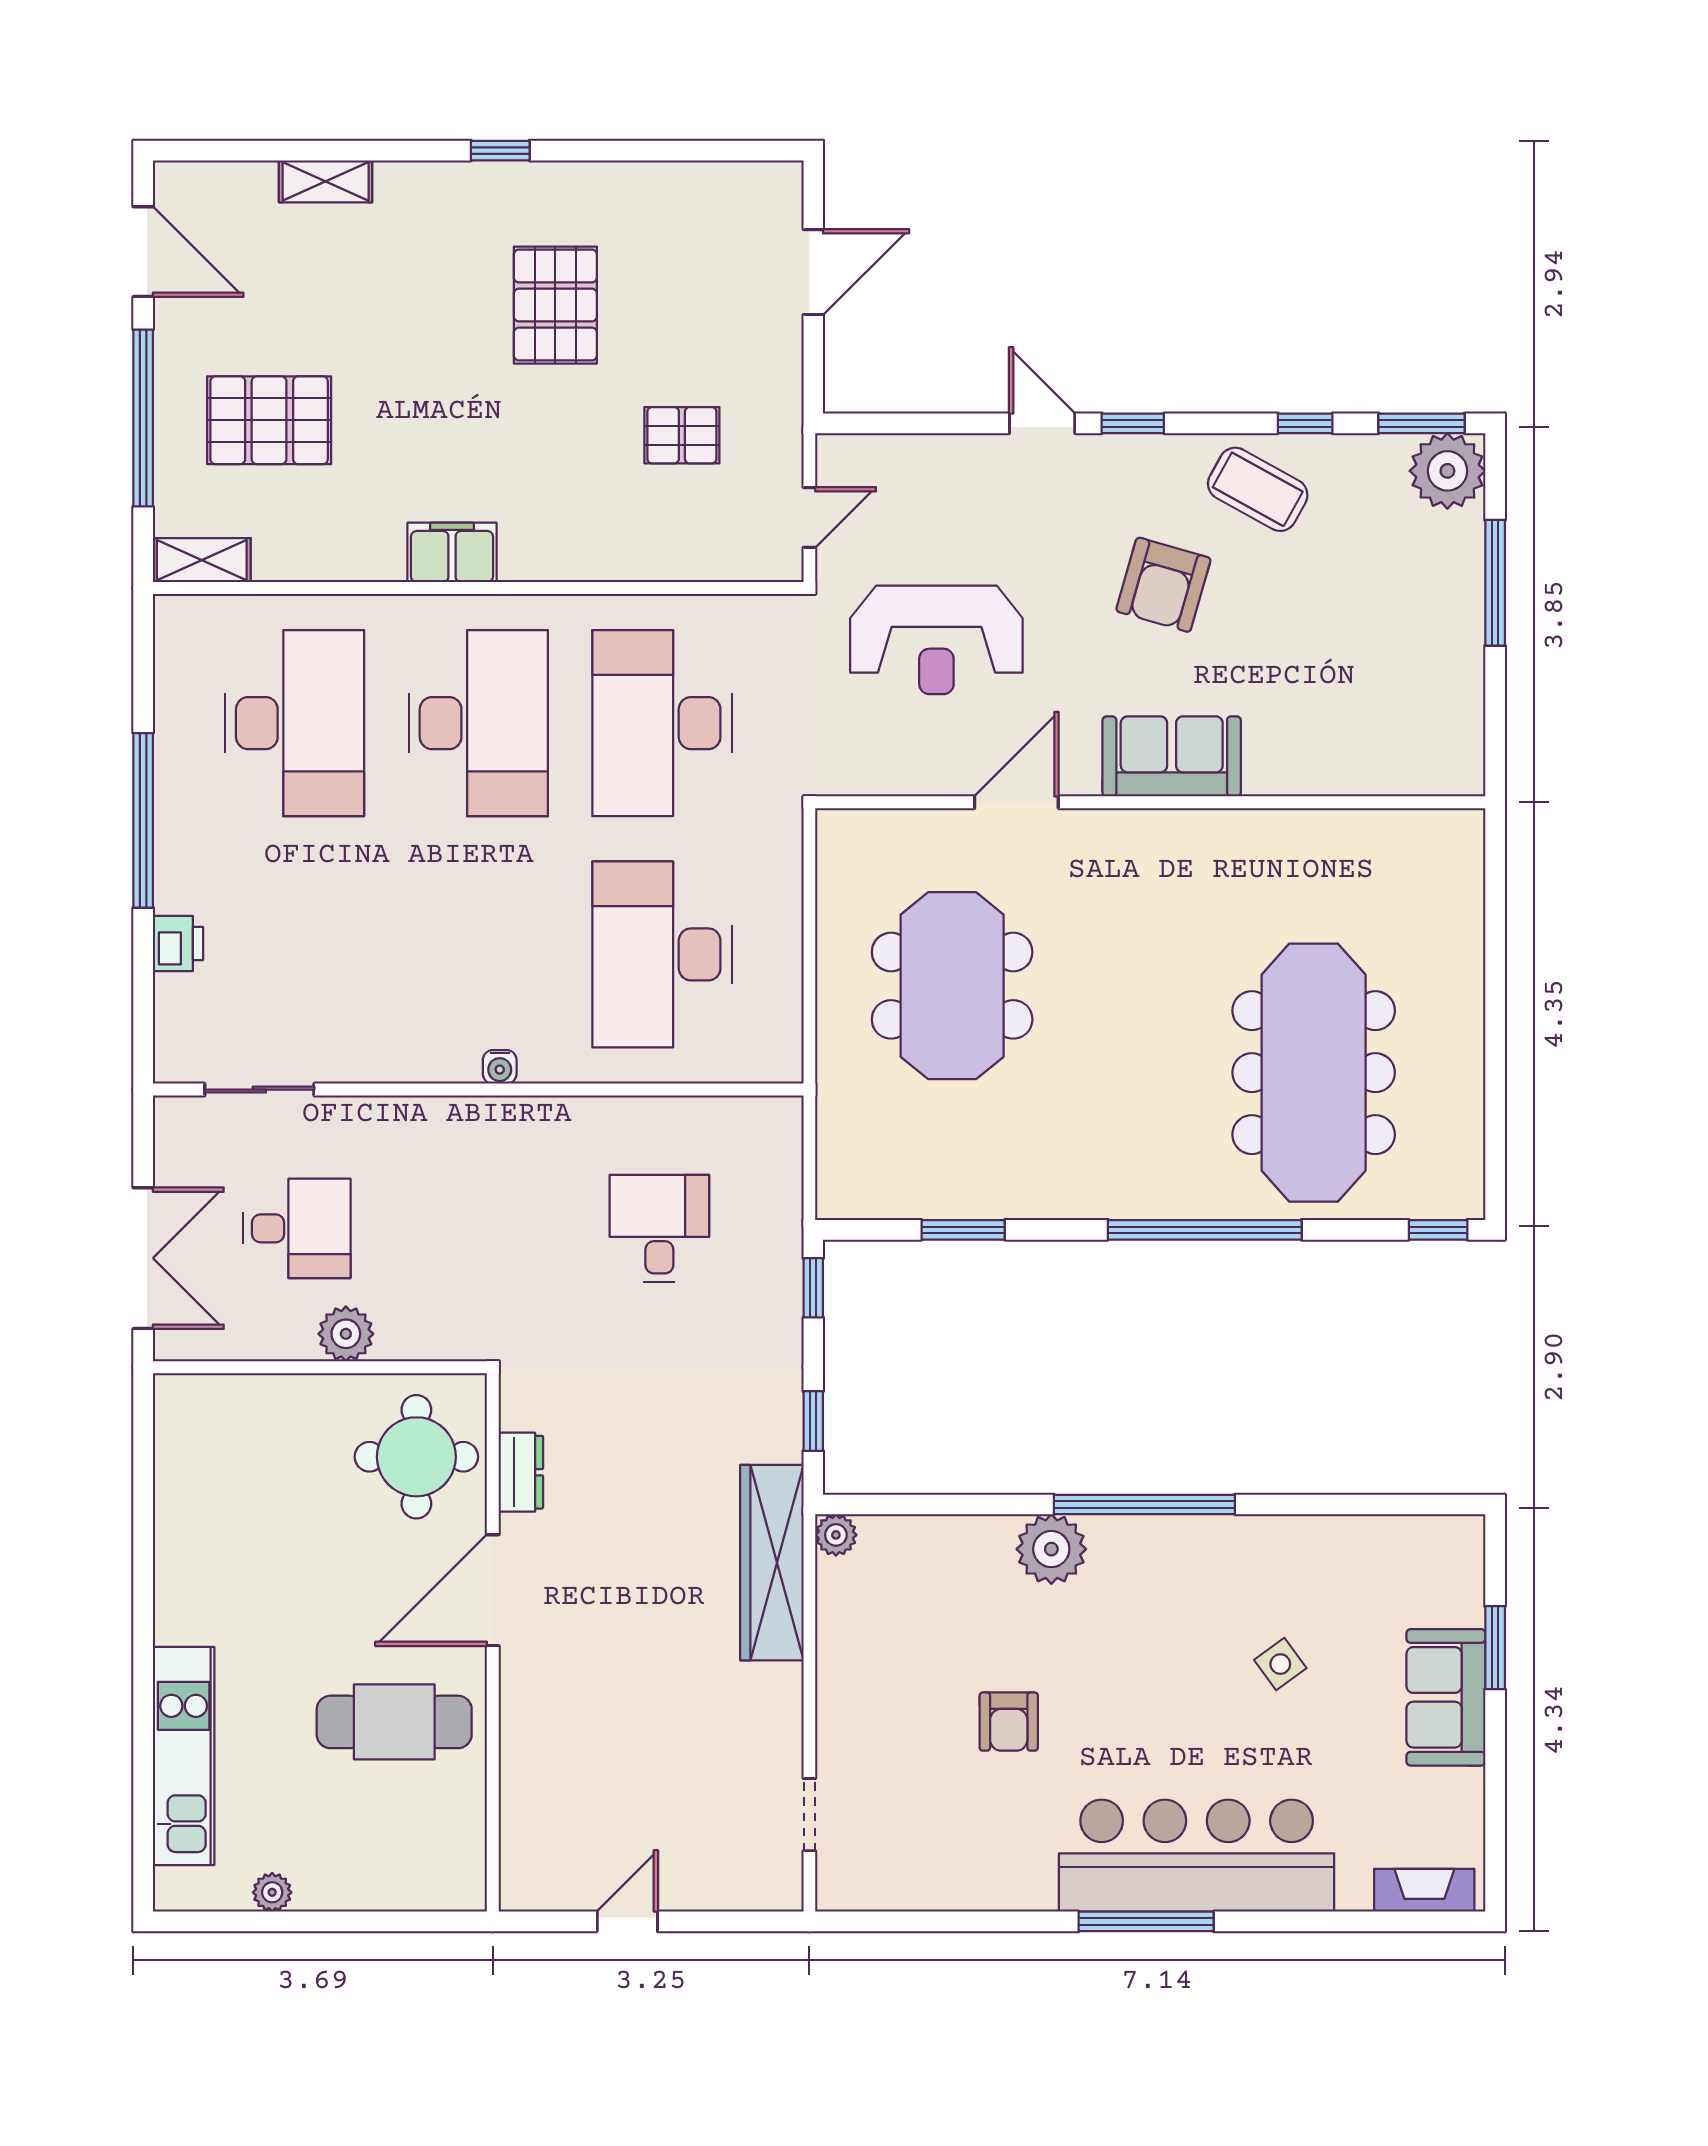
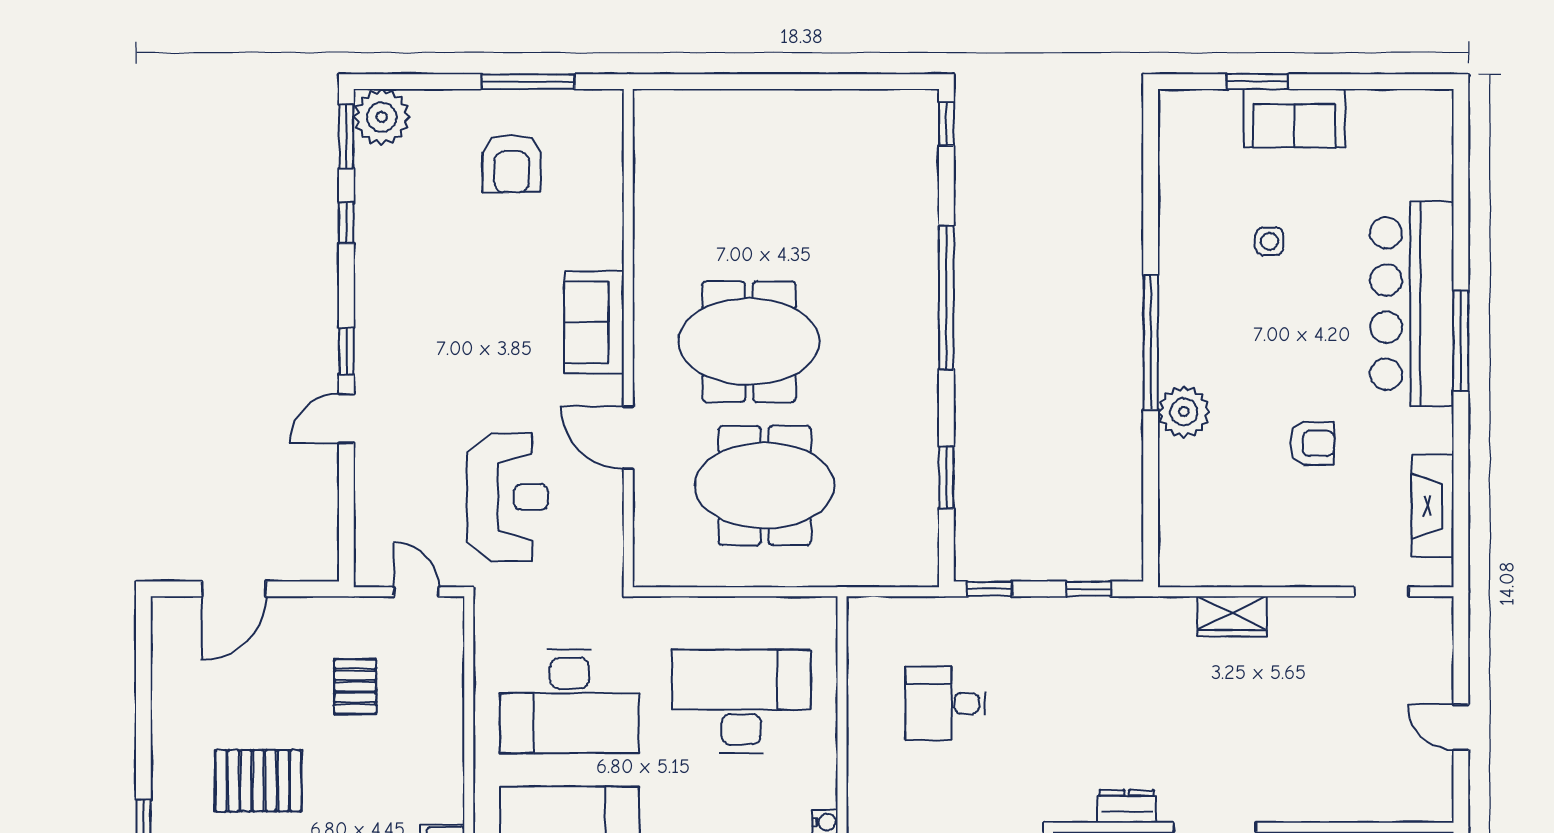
door: (813, 272) -> (234, 589), swing flipped
coffee table: (1258, 489) -> (395, 258), removed
window: (1495, 583) -> (528, 82), moved
armchair: (1163, 585) -> (512, 164), moved, turned 74
desk: (662, 954) -> (741, 701), turned 180
meeting table: (1314, 1073) -> (749, 342), moved, width x0.73
plant: (836, 1535) -> (1173, 572), removed
wardrobe: (772, 1563) -> (1232, 616), width x0.48, depth x0.85
side table: (1280, 1664) -> (1269, 241), turned 36
fireplace: (1424, 1890) -> (1433, 506), moved, width x1.37, depth x1.32

